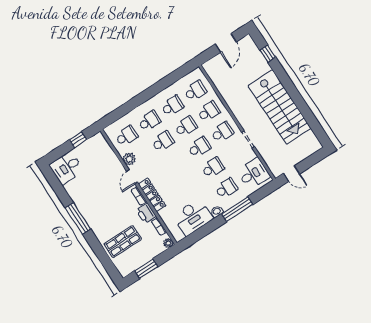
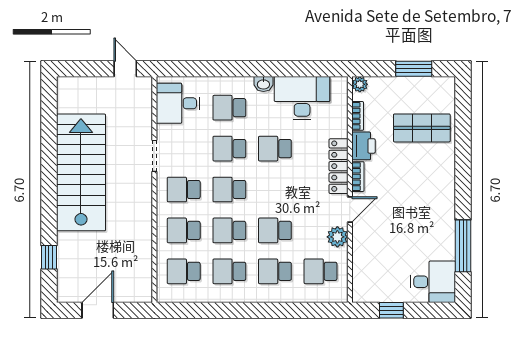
school desk: (190, 183) -> (275, 149), added
window: (237, 209) -> (233, 69), removed
window: (78, 218) -> (463, 246), moved

